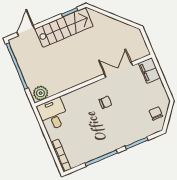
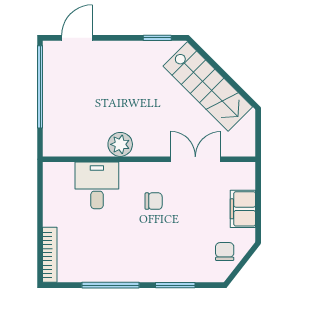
stairs: (64, 27) -> (208, 87), moved, turned 45
filing cabinet: (149, 71) -> (243, 209), moved
plant: (41, 93) -> (120, 144), moved
desk: (53, 114) -> (97, 185), moved

